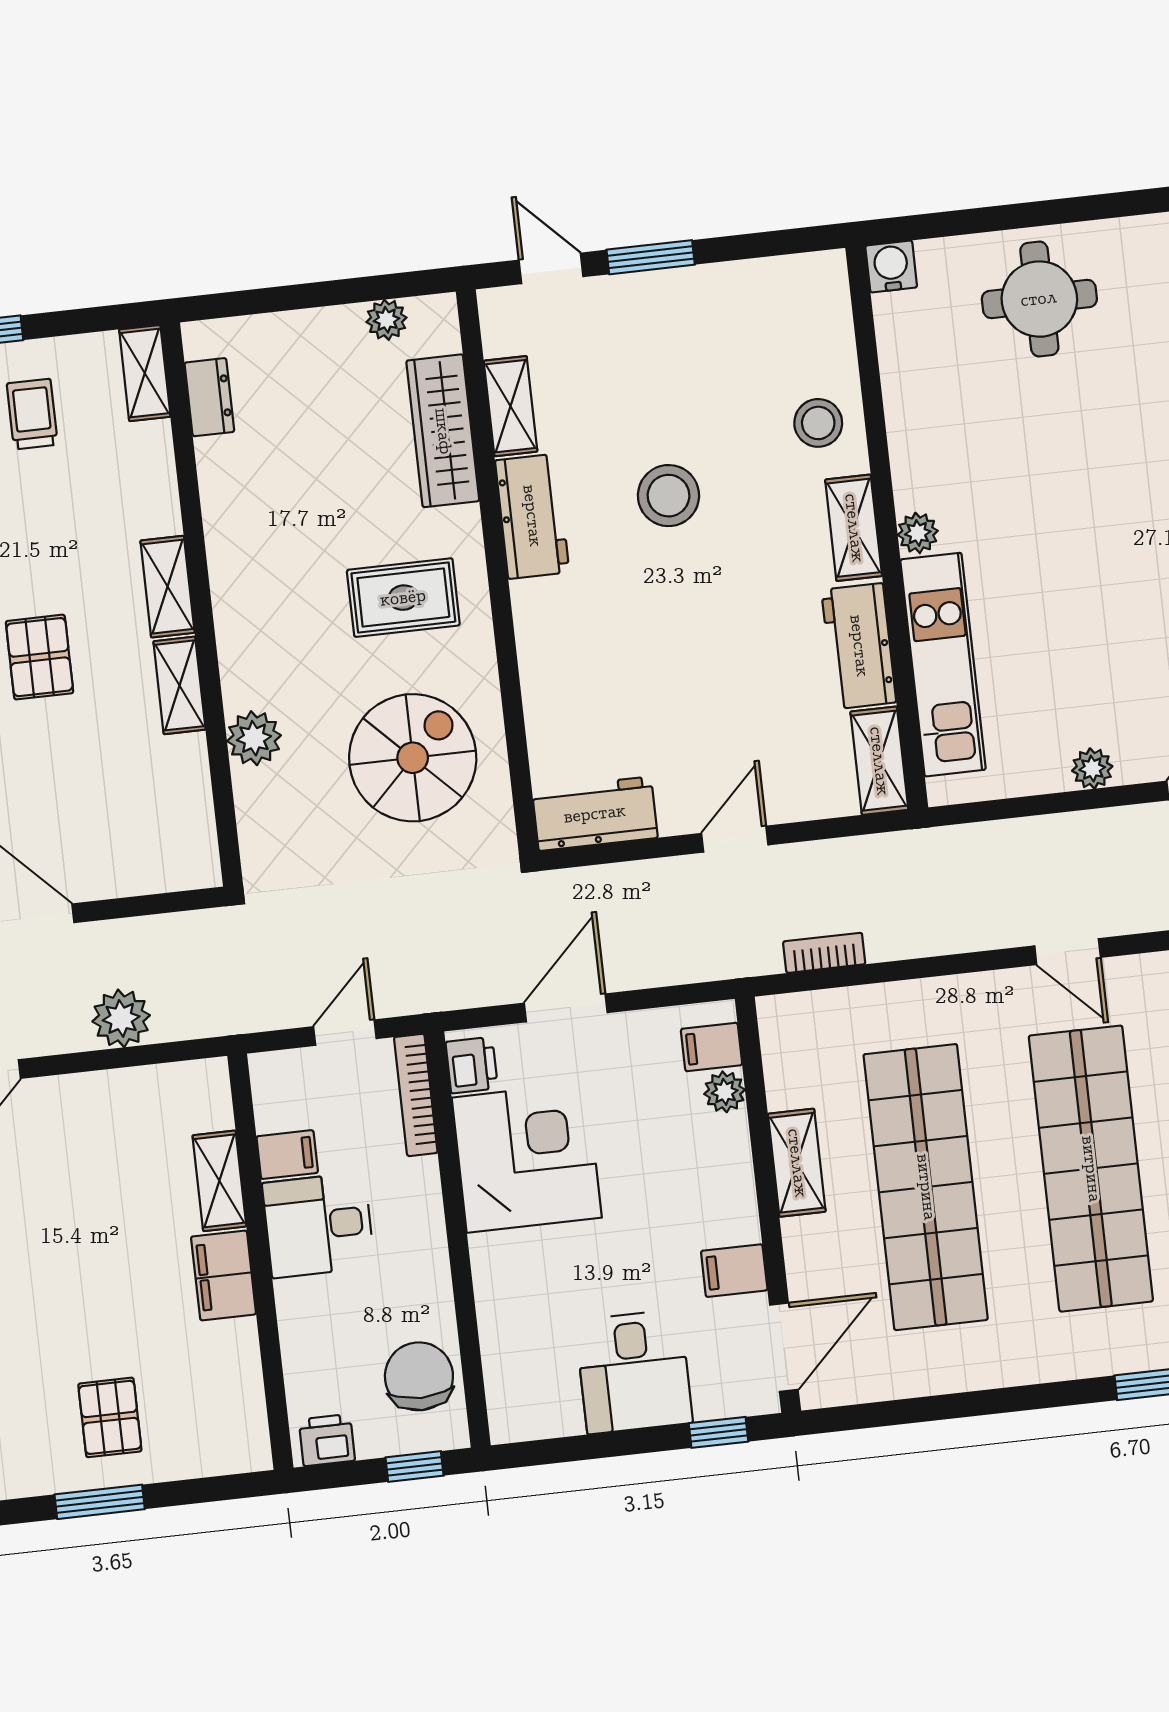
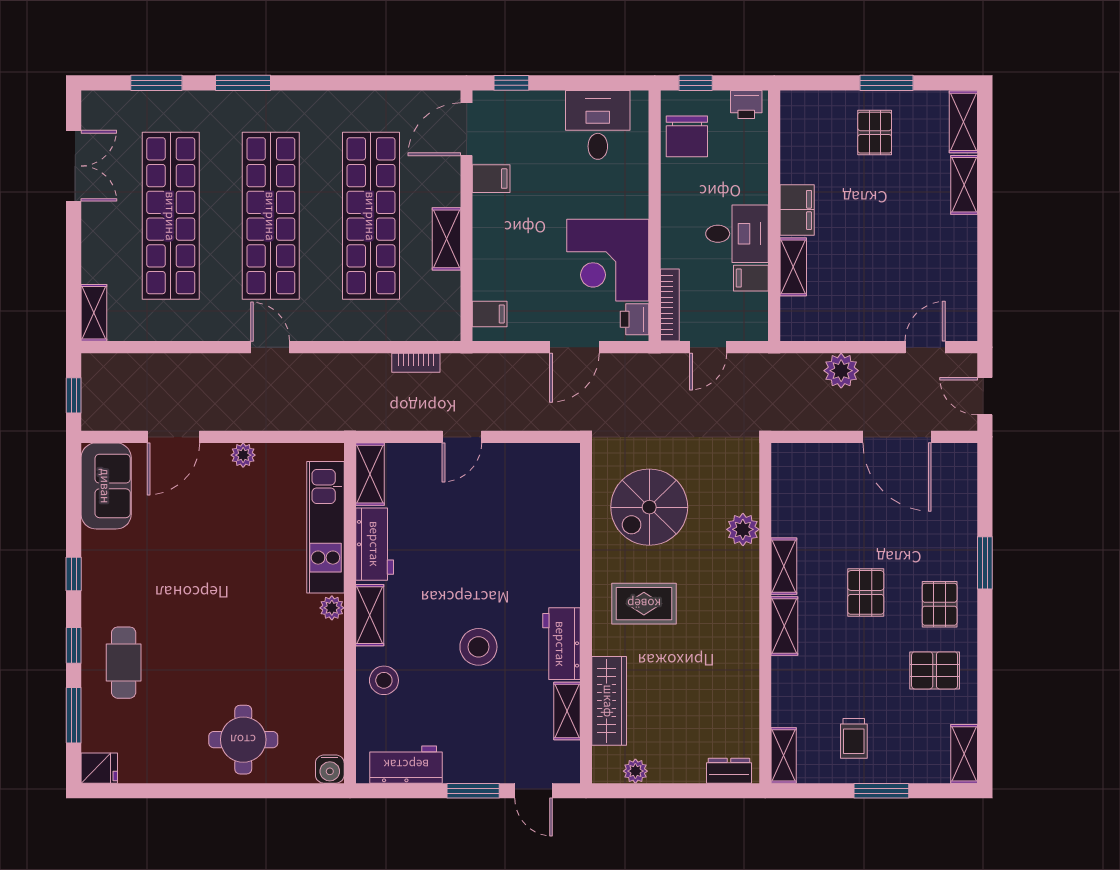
dresser: (209, 397) -> (729, 771), moved, turned 90
workbench: (595, 814) -> (406, 765), moved, turned 180
plant: (725, 1092) -> (485, 286), removed
desk: (634, 1372) -> (598, 125), moved

